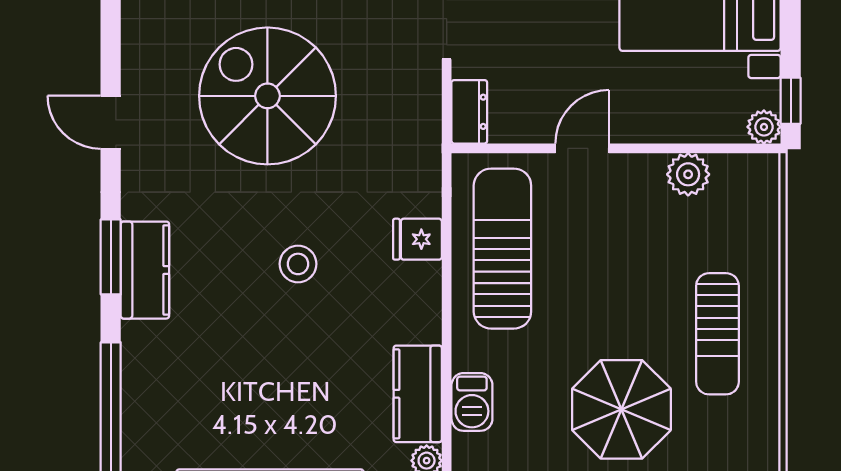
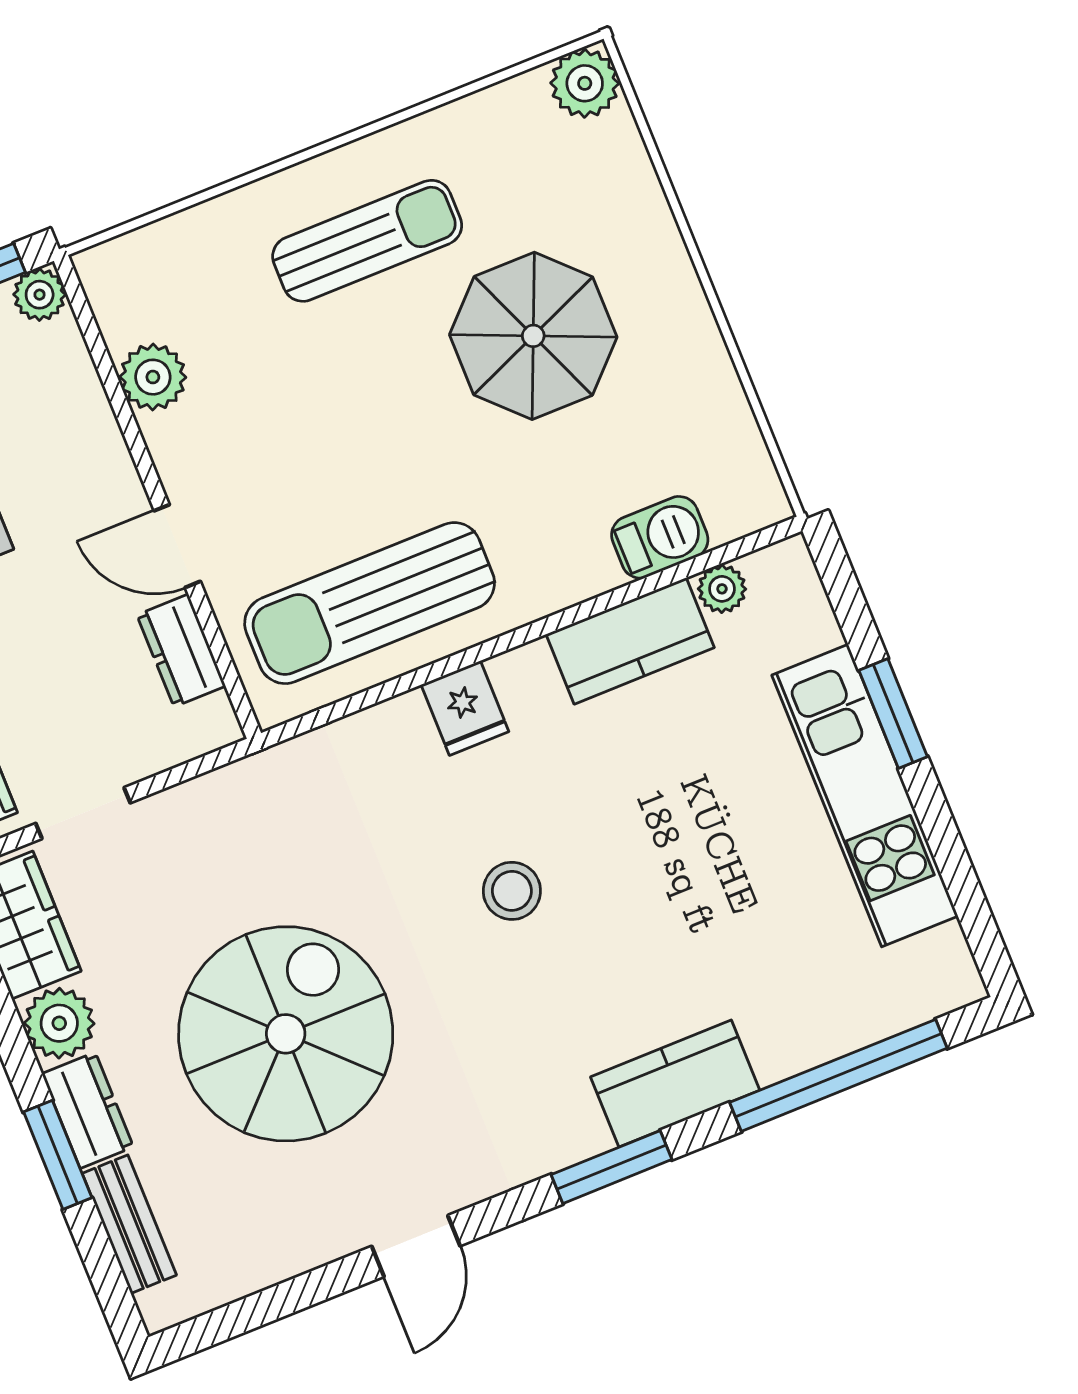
spiral stairs: (267, 96) -> (286, 1034), turned 180
dresser: (469, 112) -> (181, 650), moved, turned -90
fridge: (417, 239) -> (465, 708), moved
kitchen counter: (145, 270) -> (675, 1084), moved
barbecue: (472, 402) -> (660, 537), moved

